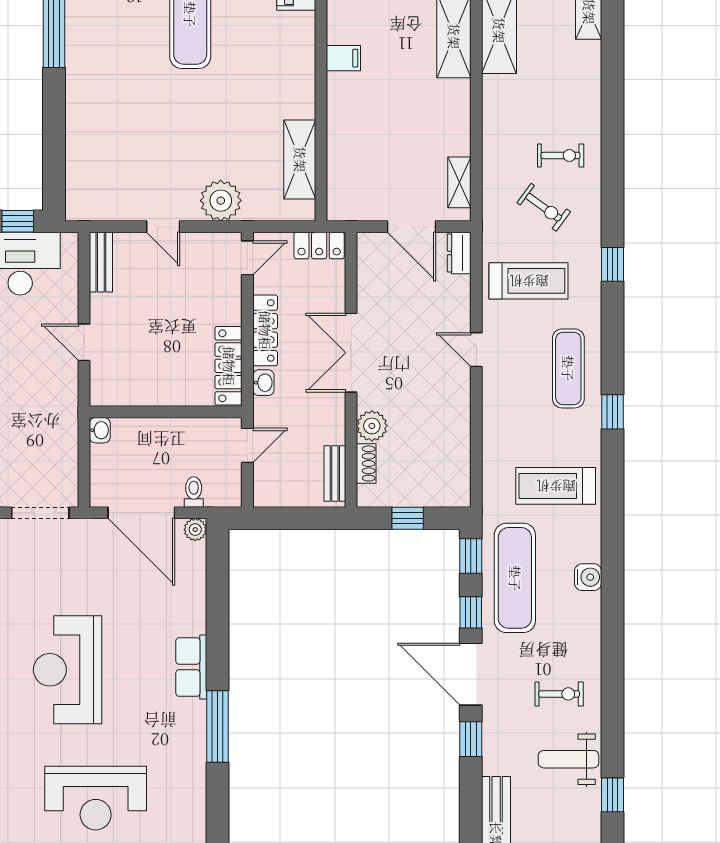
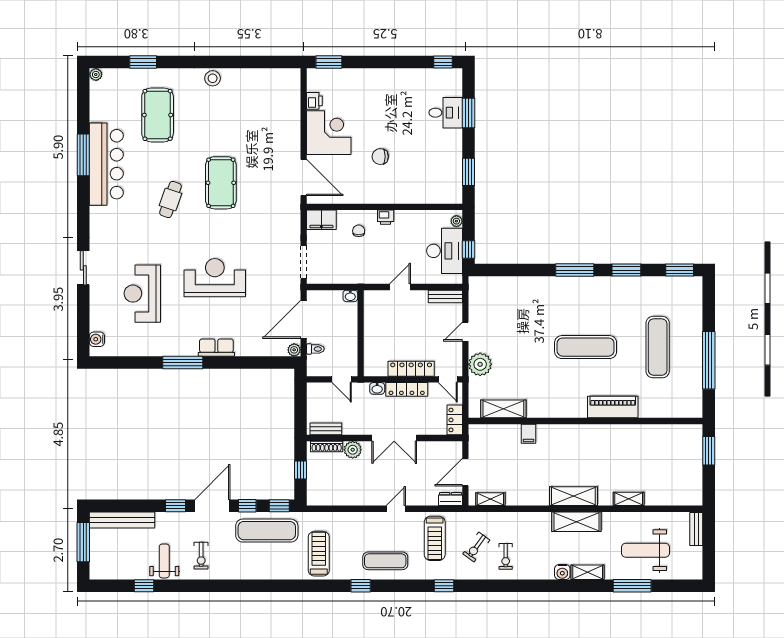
filing cabinet: (343, 58) -> (528, 434), moved
double door: (351, 353) -> (394, 438), swing flipped
locker: (229, 366) -> (411, 369), moved
shoe rack: (366, 463) -> (327, 446), width x1.43
water cooler: (588, 577) -> (562, 572), moved

